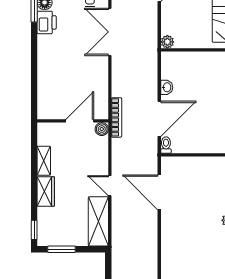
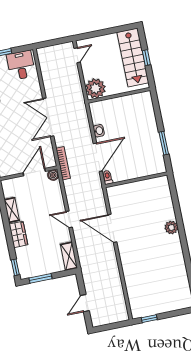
double door: (110, 32) -> (48, 117), moved
plant: (167, 42) -> (95, 88), width x1.88, depth x1.88
door: (159, 192) -> (112, 228), moved
shelving: (98, 221) -> (69, 256), width x0.67, depth x0.75

